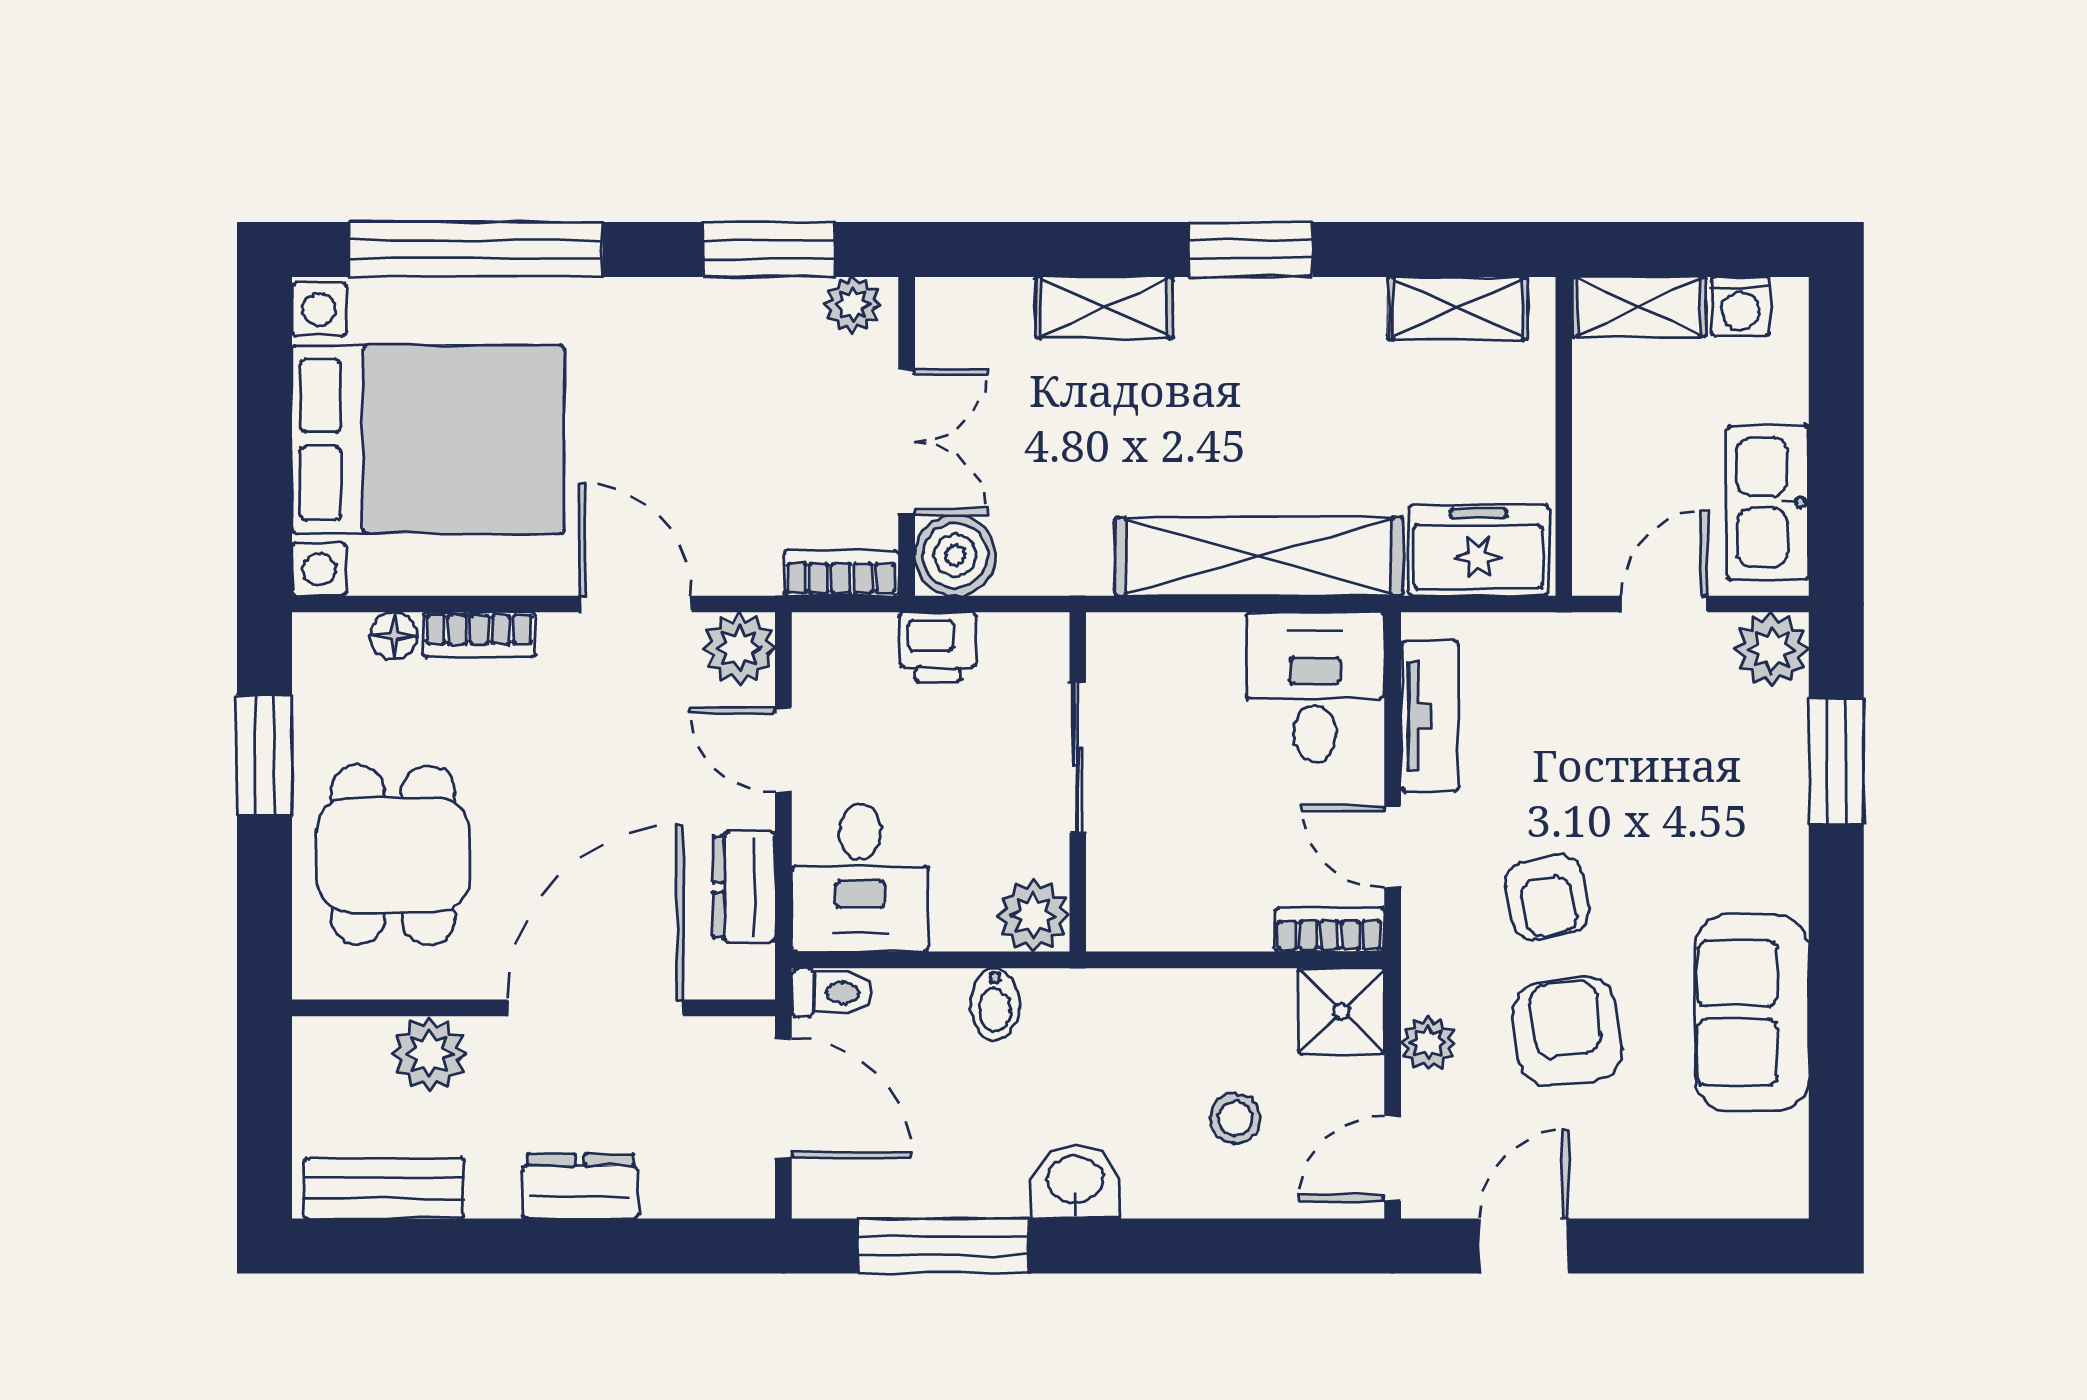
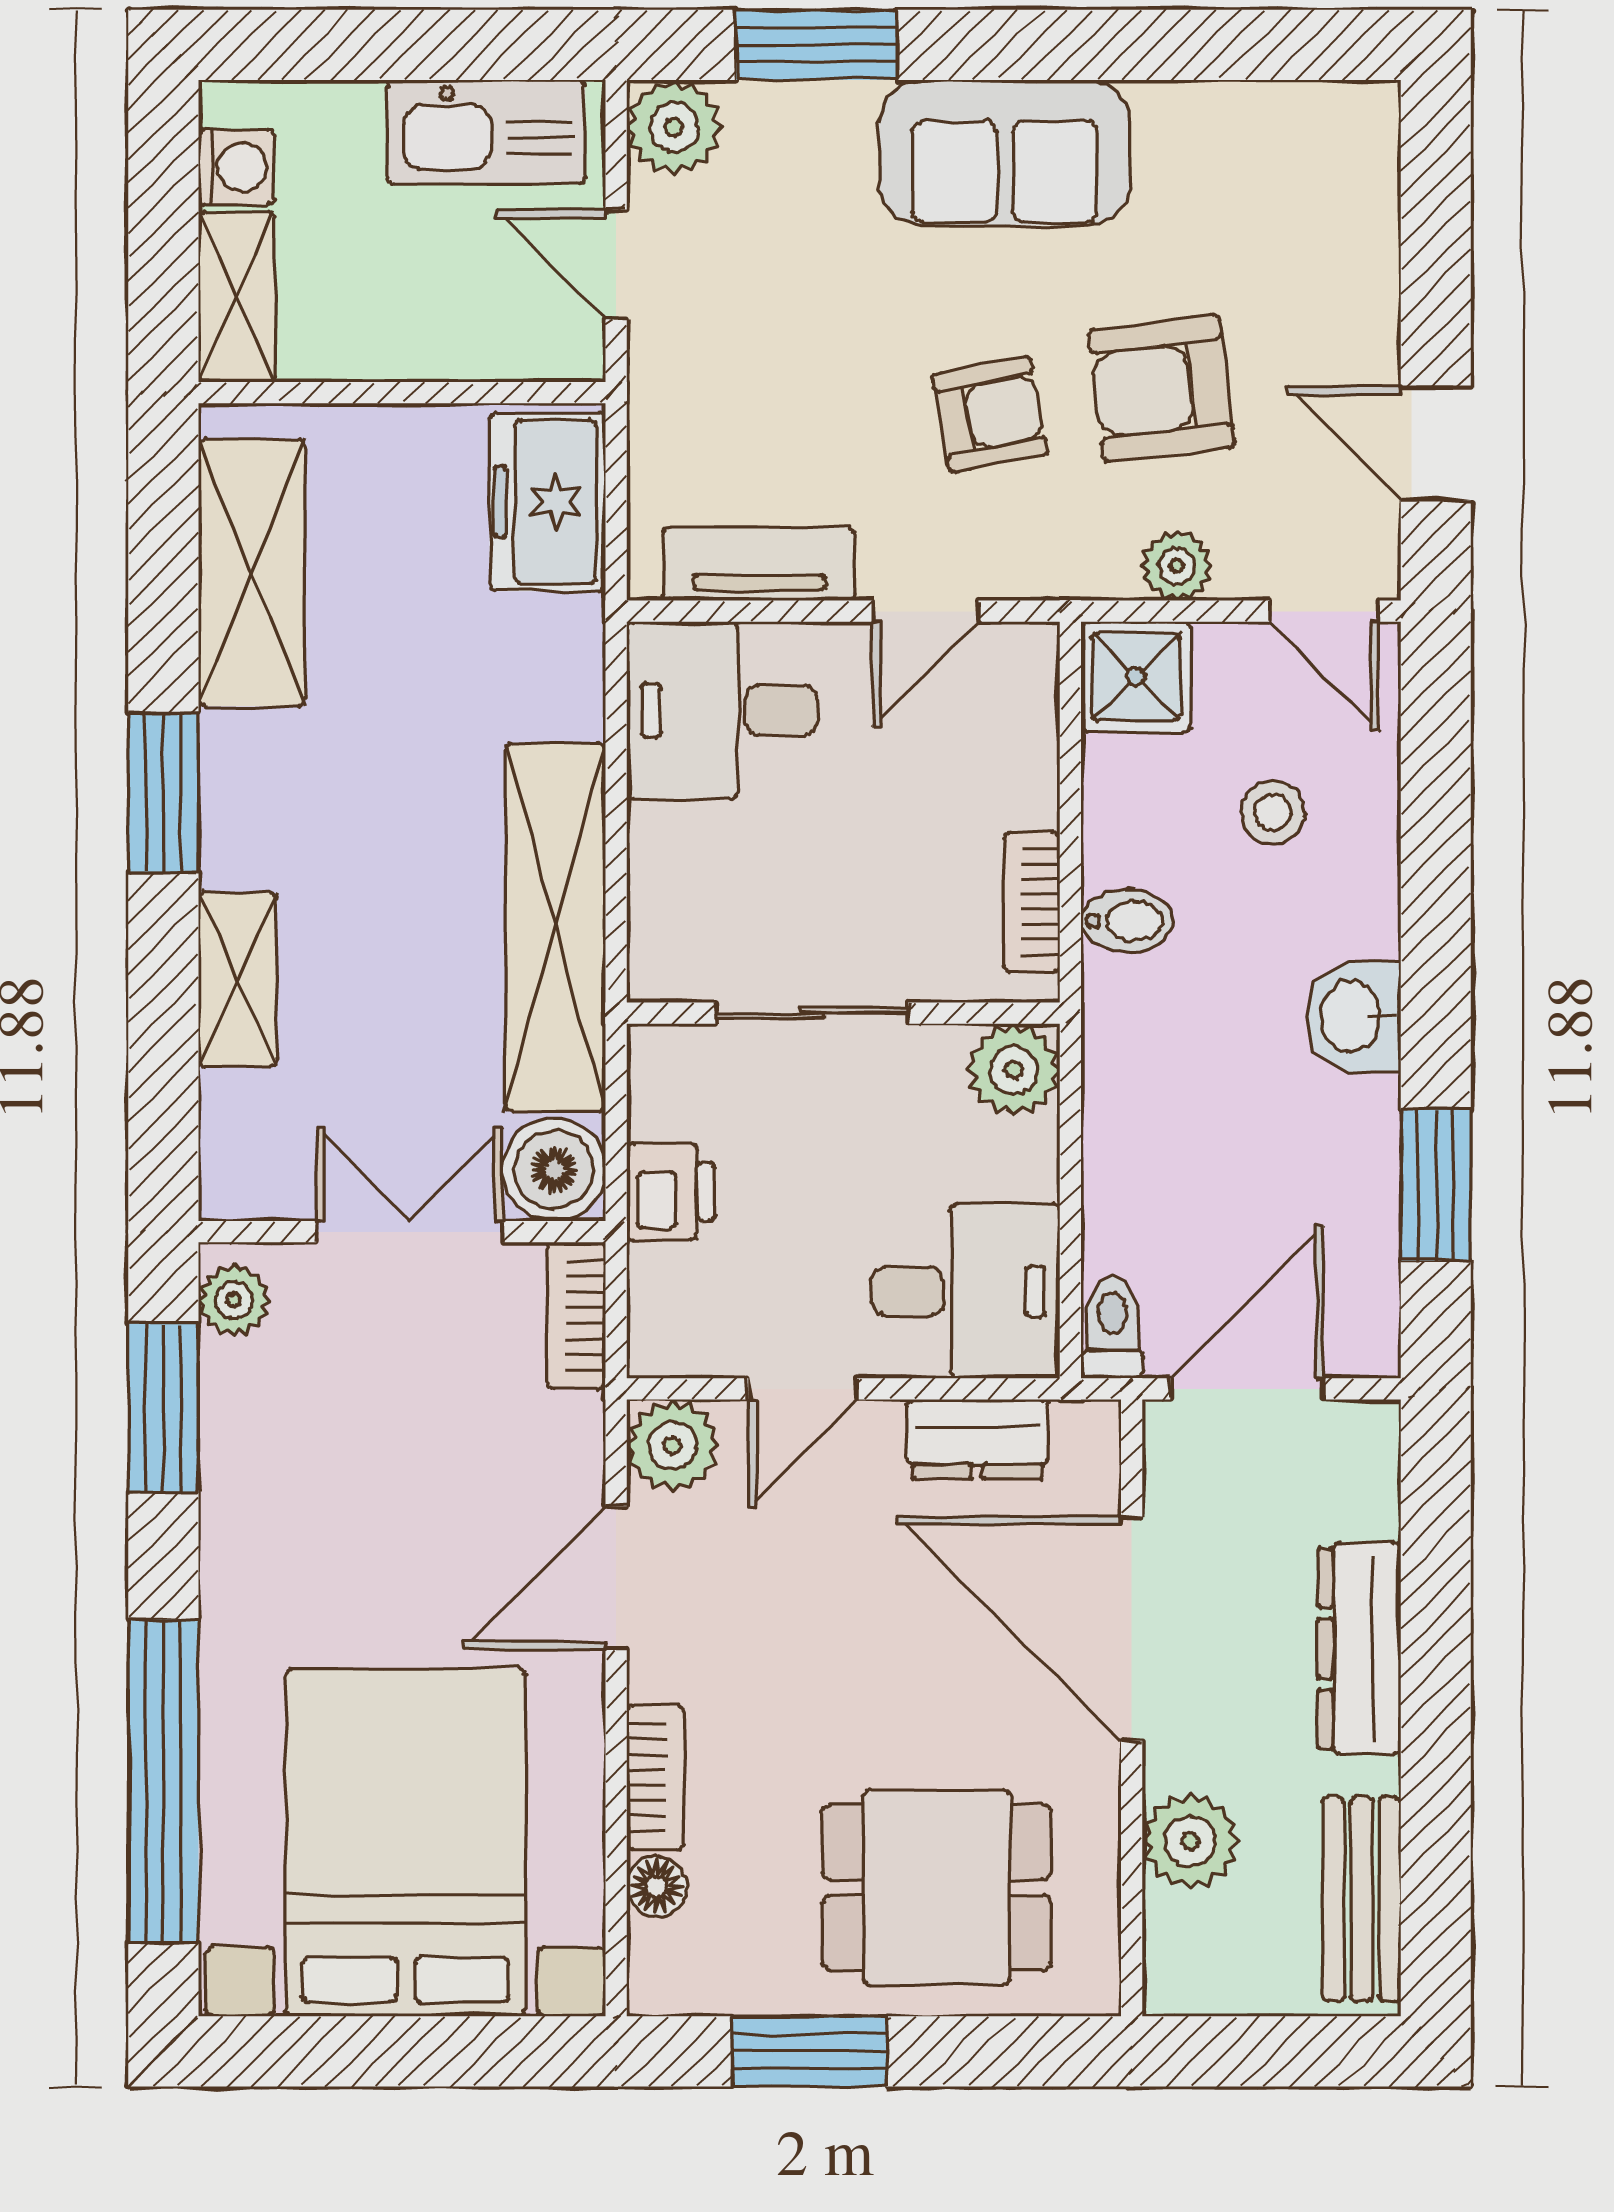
shelving: (1458, 308) -> (252, 573), width x1.50, depth x1.33
shelving: (1259, 556) -> (555, 927), moved
bookcase: (1329, 930) -> (1032, 902), moved
bidet: (995, 1004) -> (1127, 921), moved
sofa: (1752, 1013) -> (1005, 153), moved
dresser: (580, 1186) -> (1359, 1648), width x1.44
window: (943, 1246) -> (1436, 1185), width x0.69

